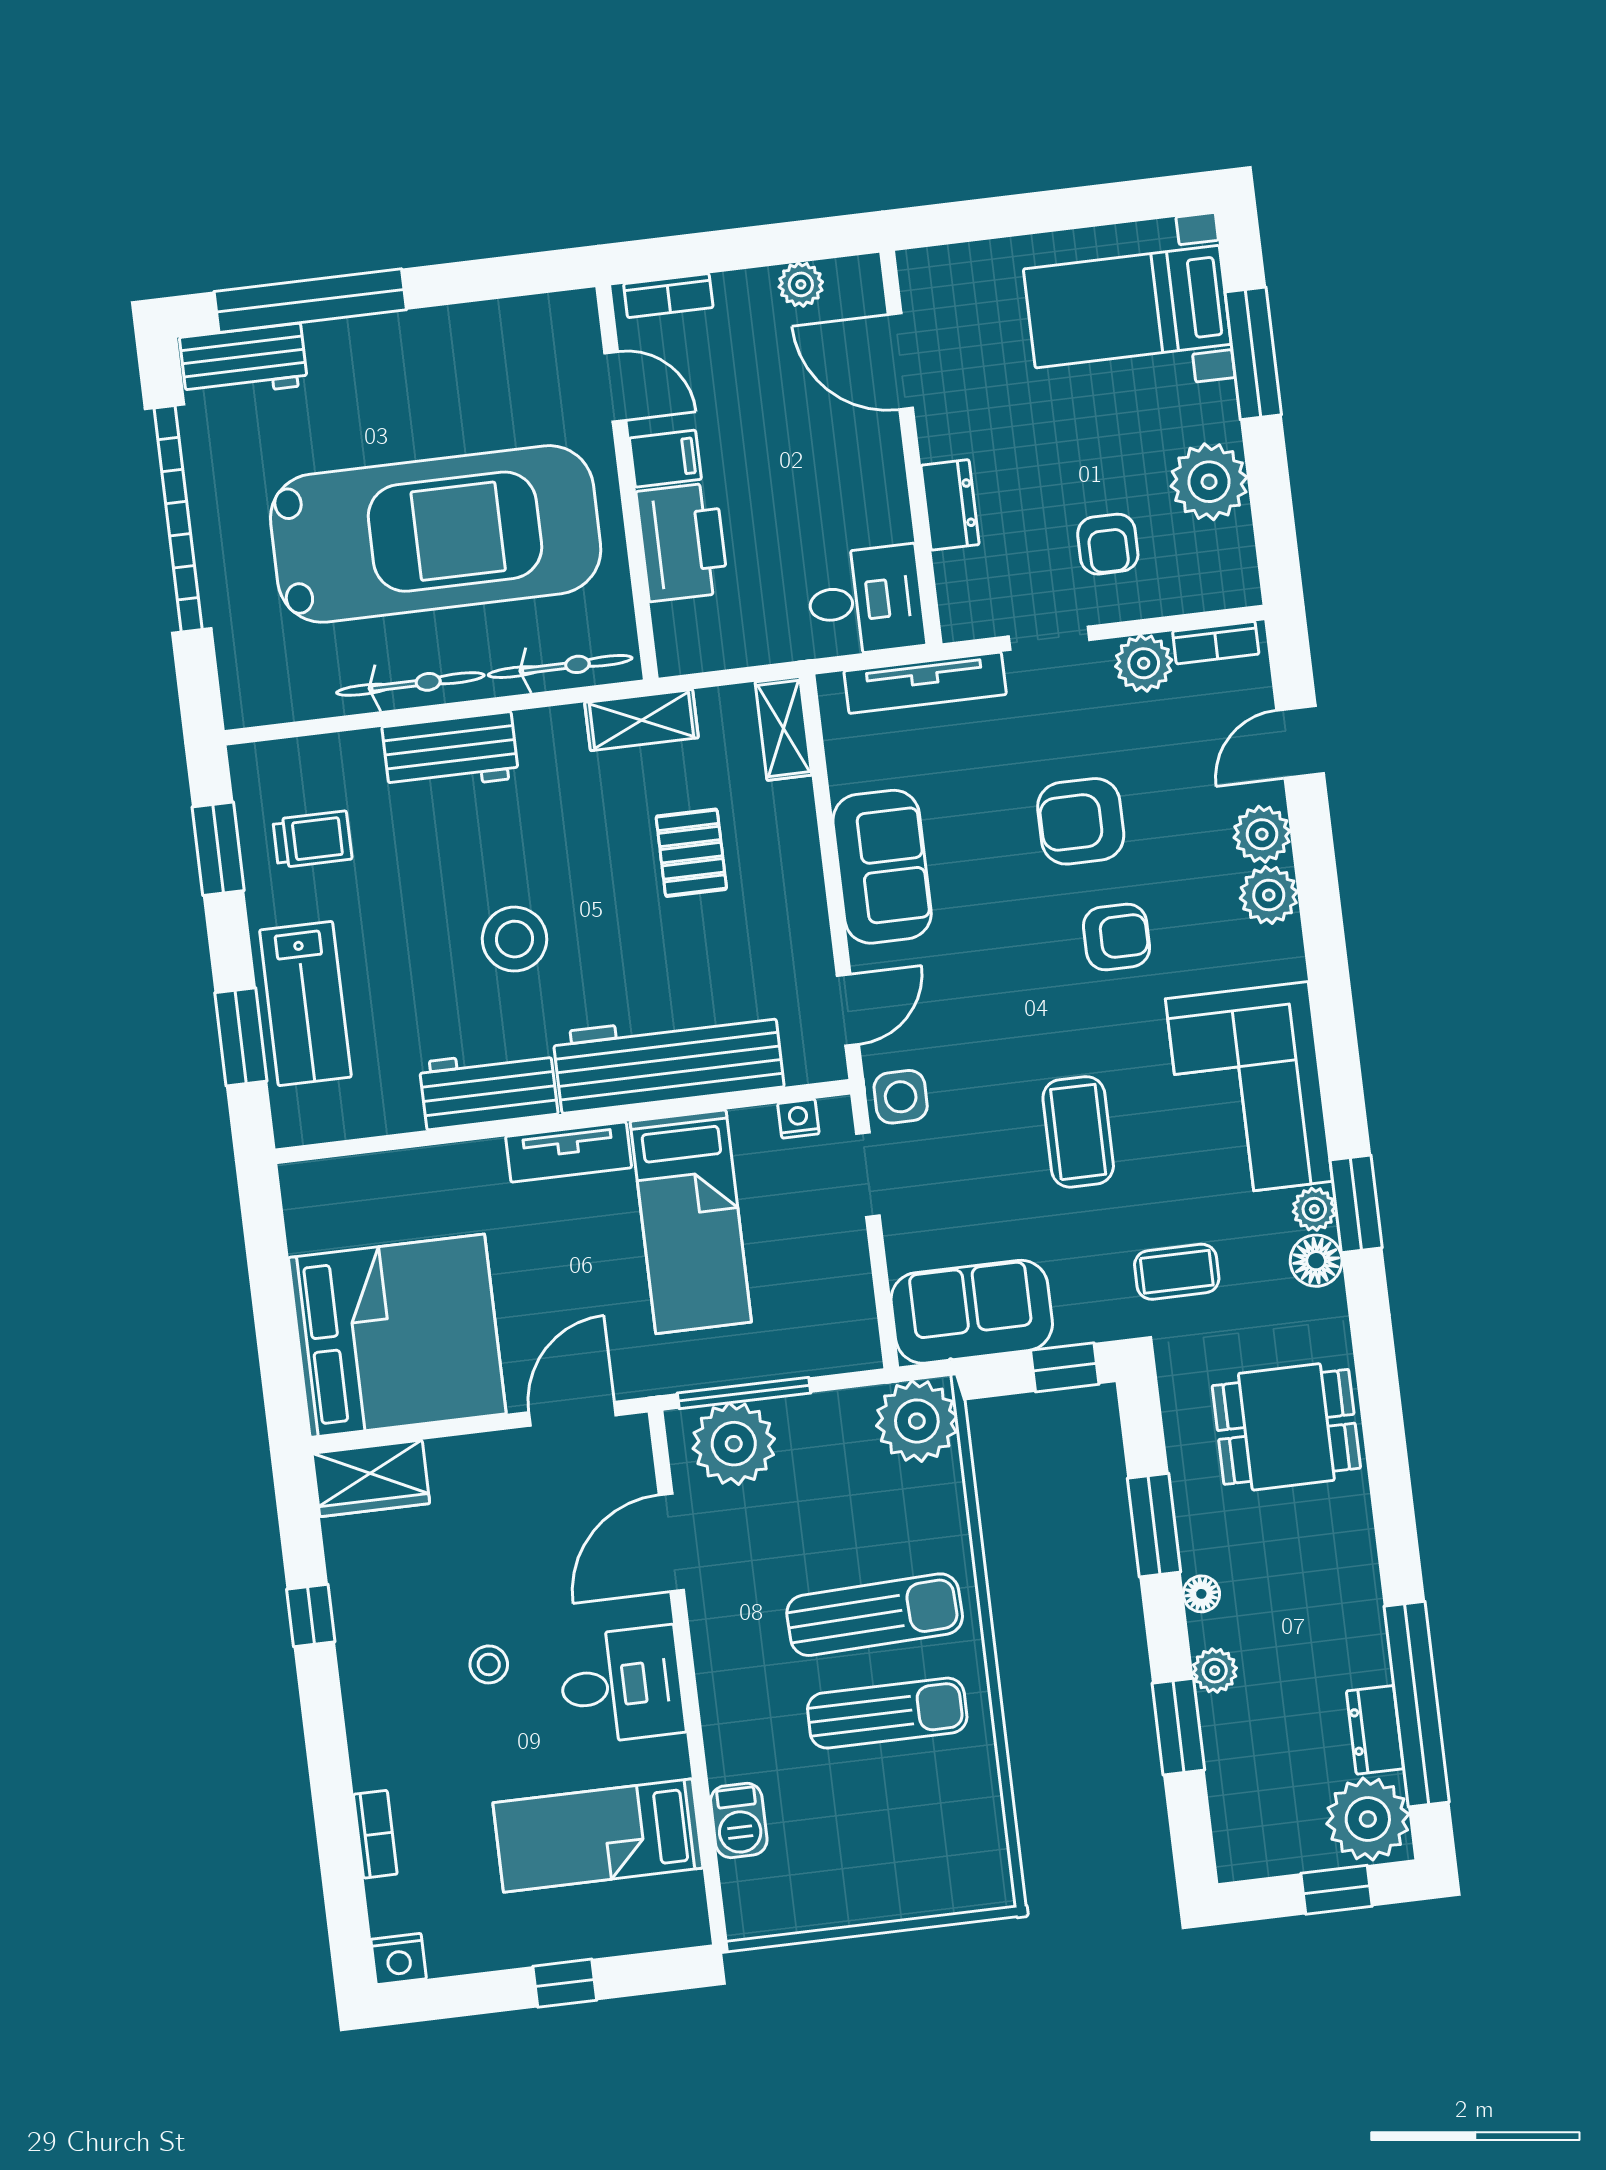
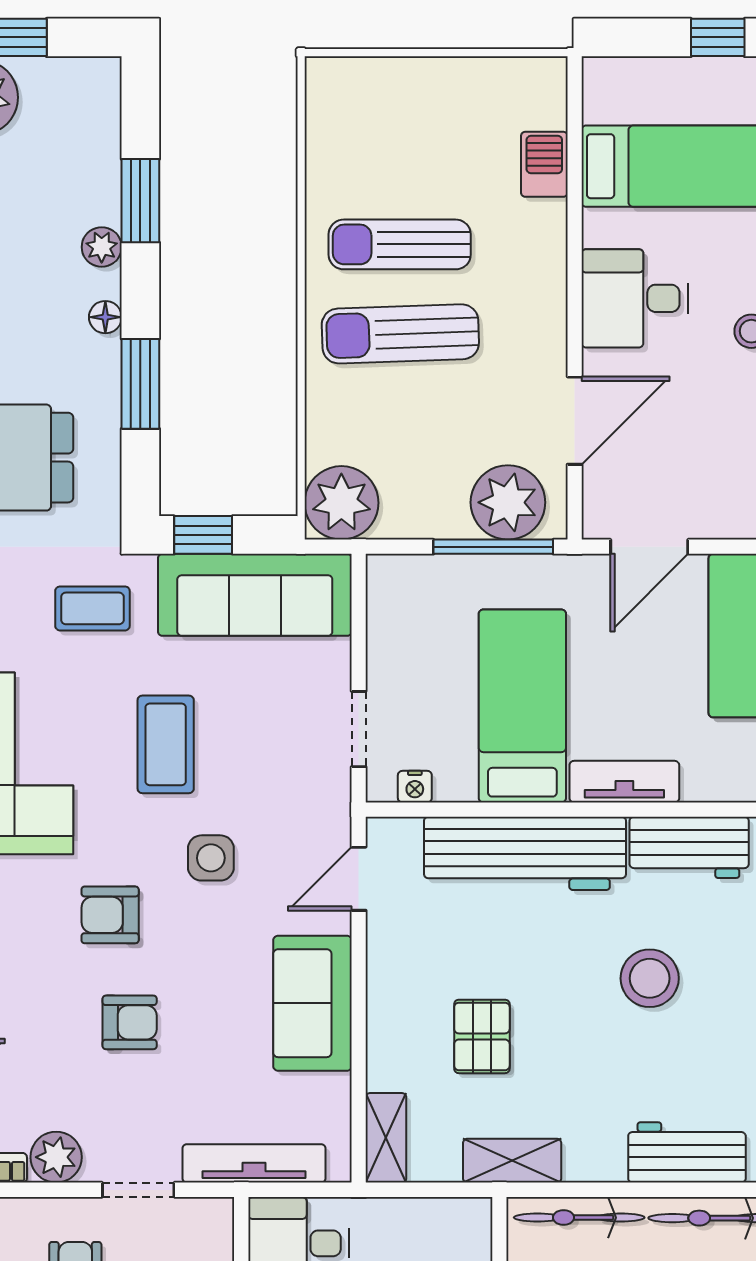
armchair: (1081, 821) -> (130, 1022), width x0.72, depth x0.72
side table: (901, 1097) -> (211, 858), moved
sofa: (972, 1312) -> (255, 595), width x1.36

